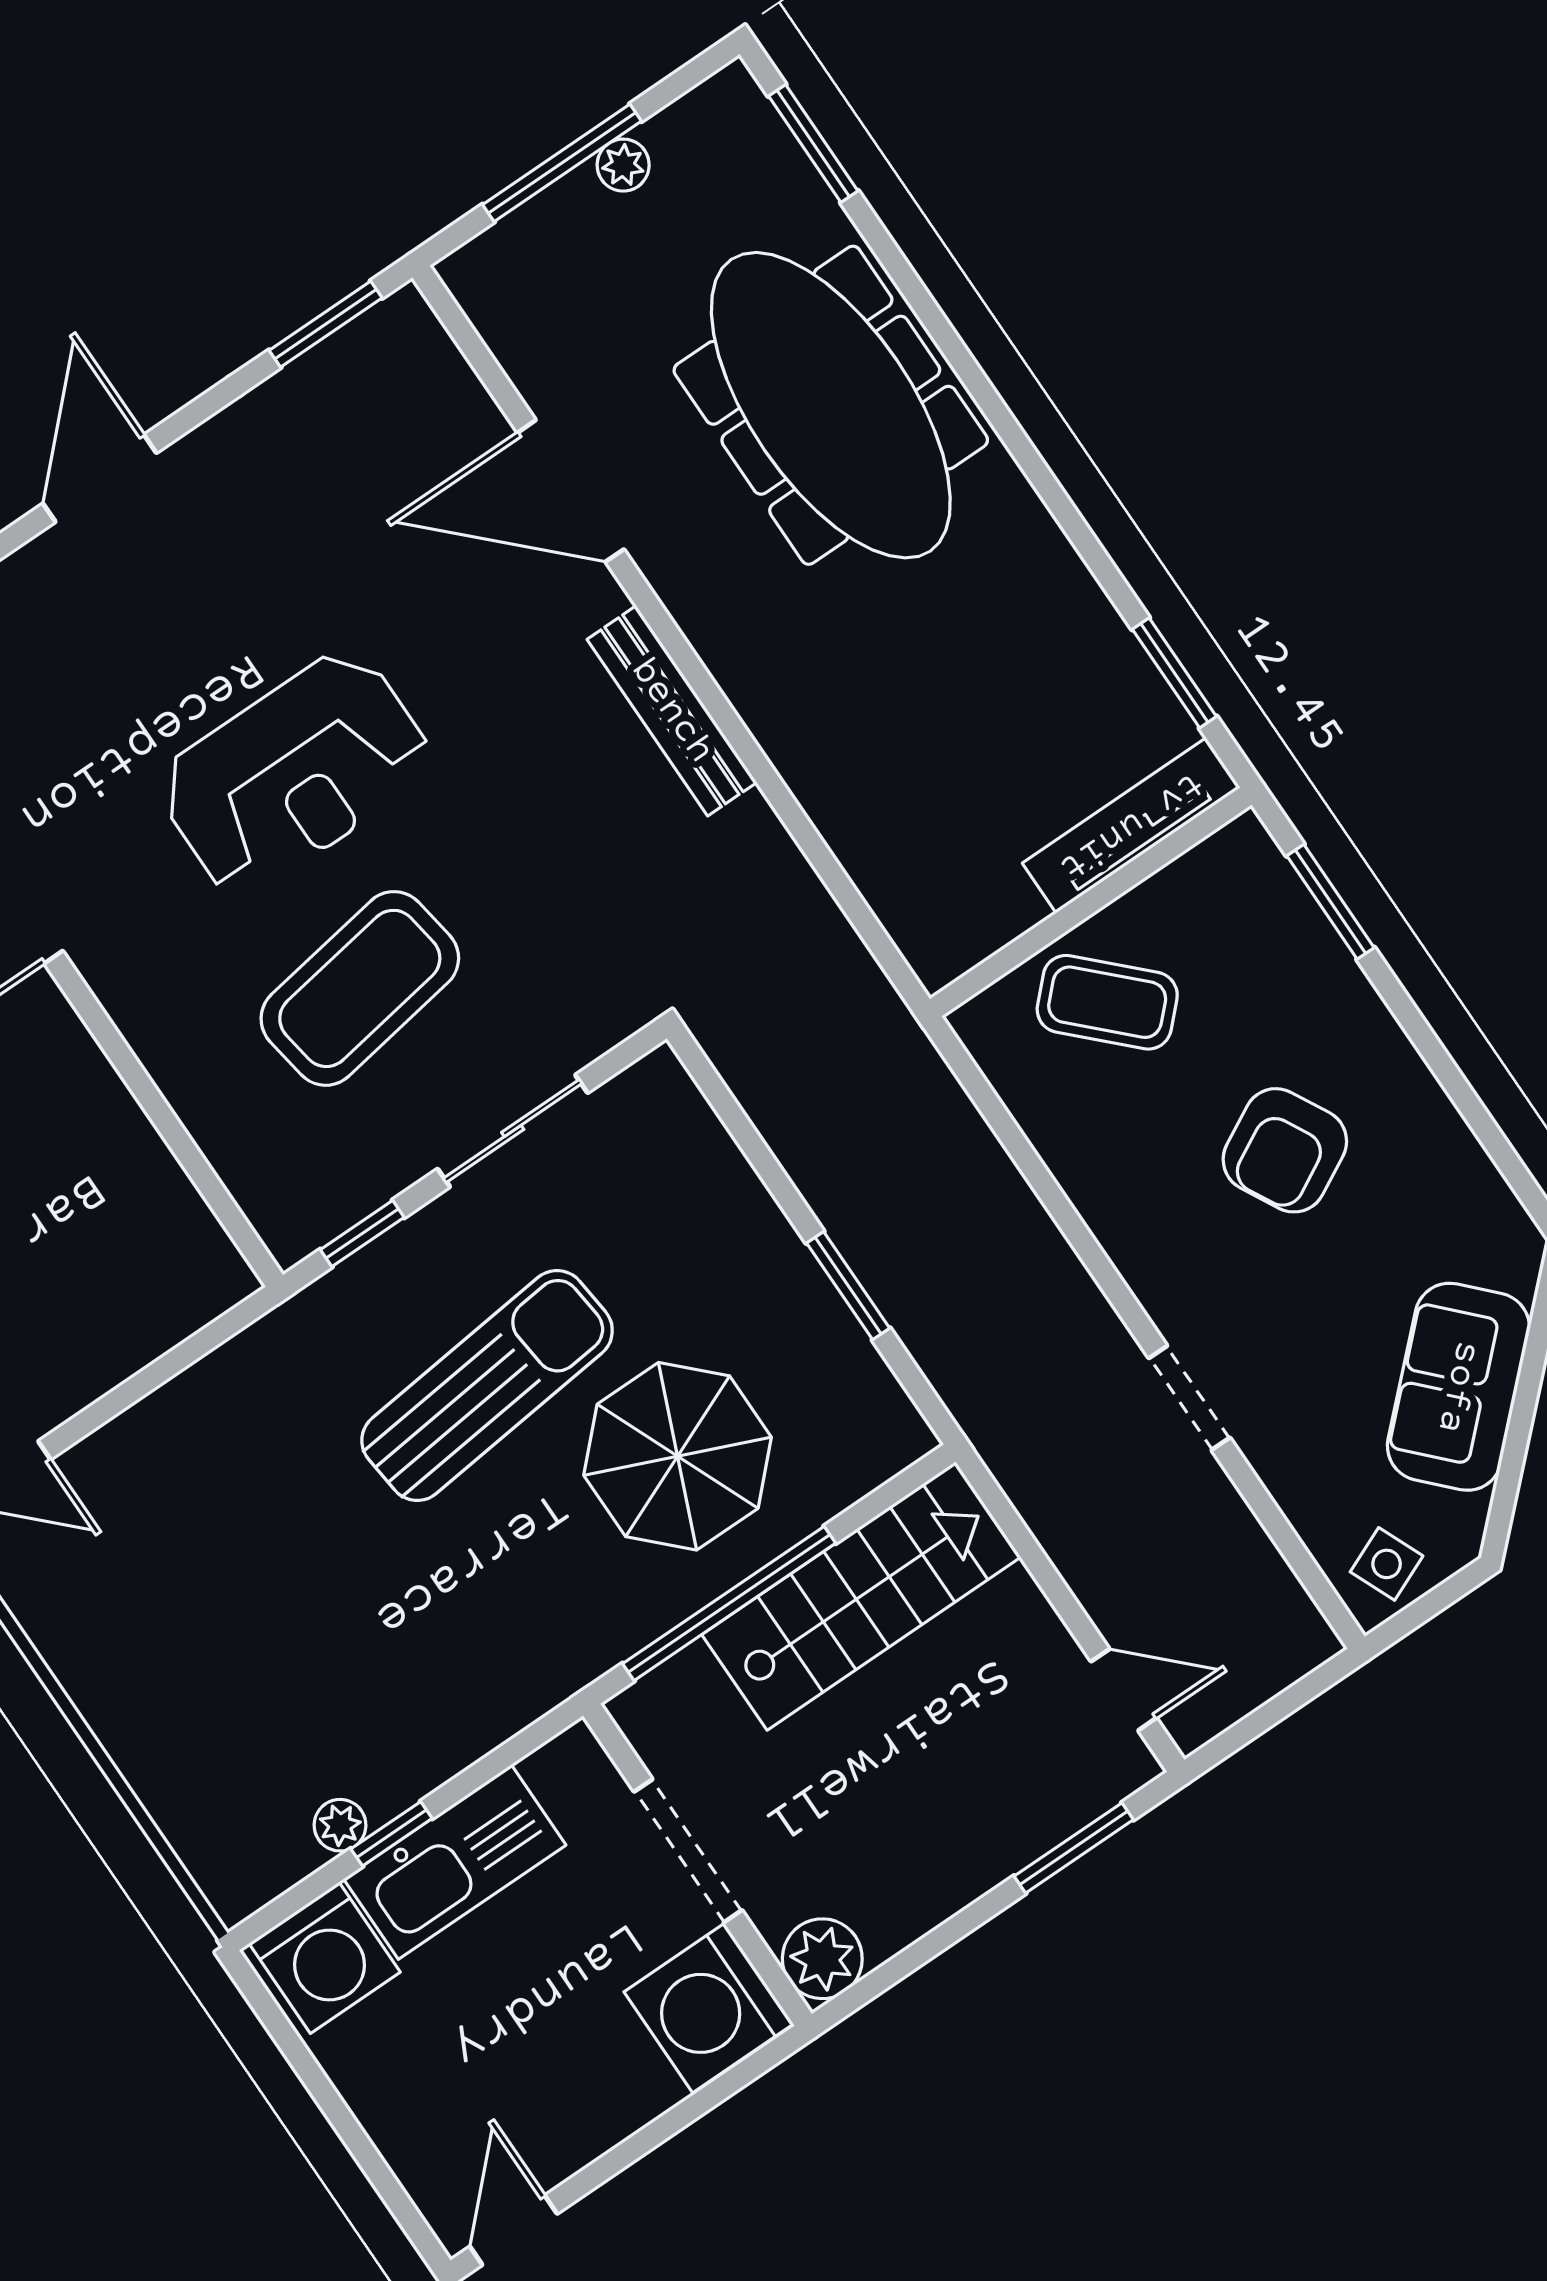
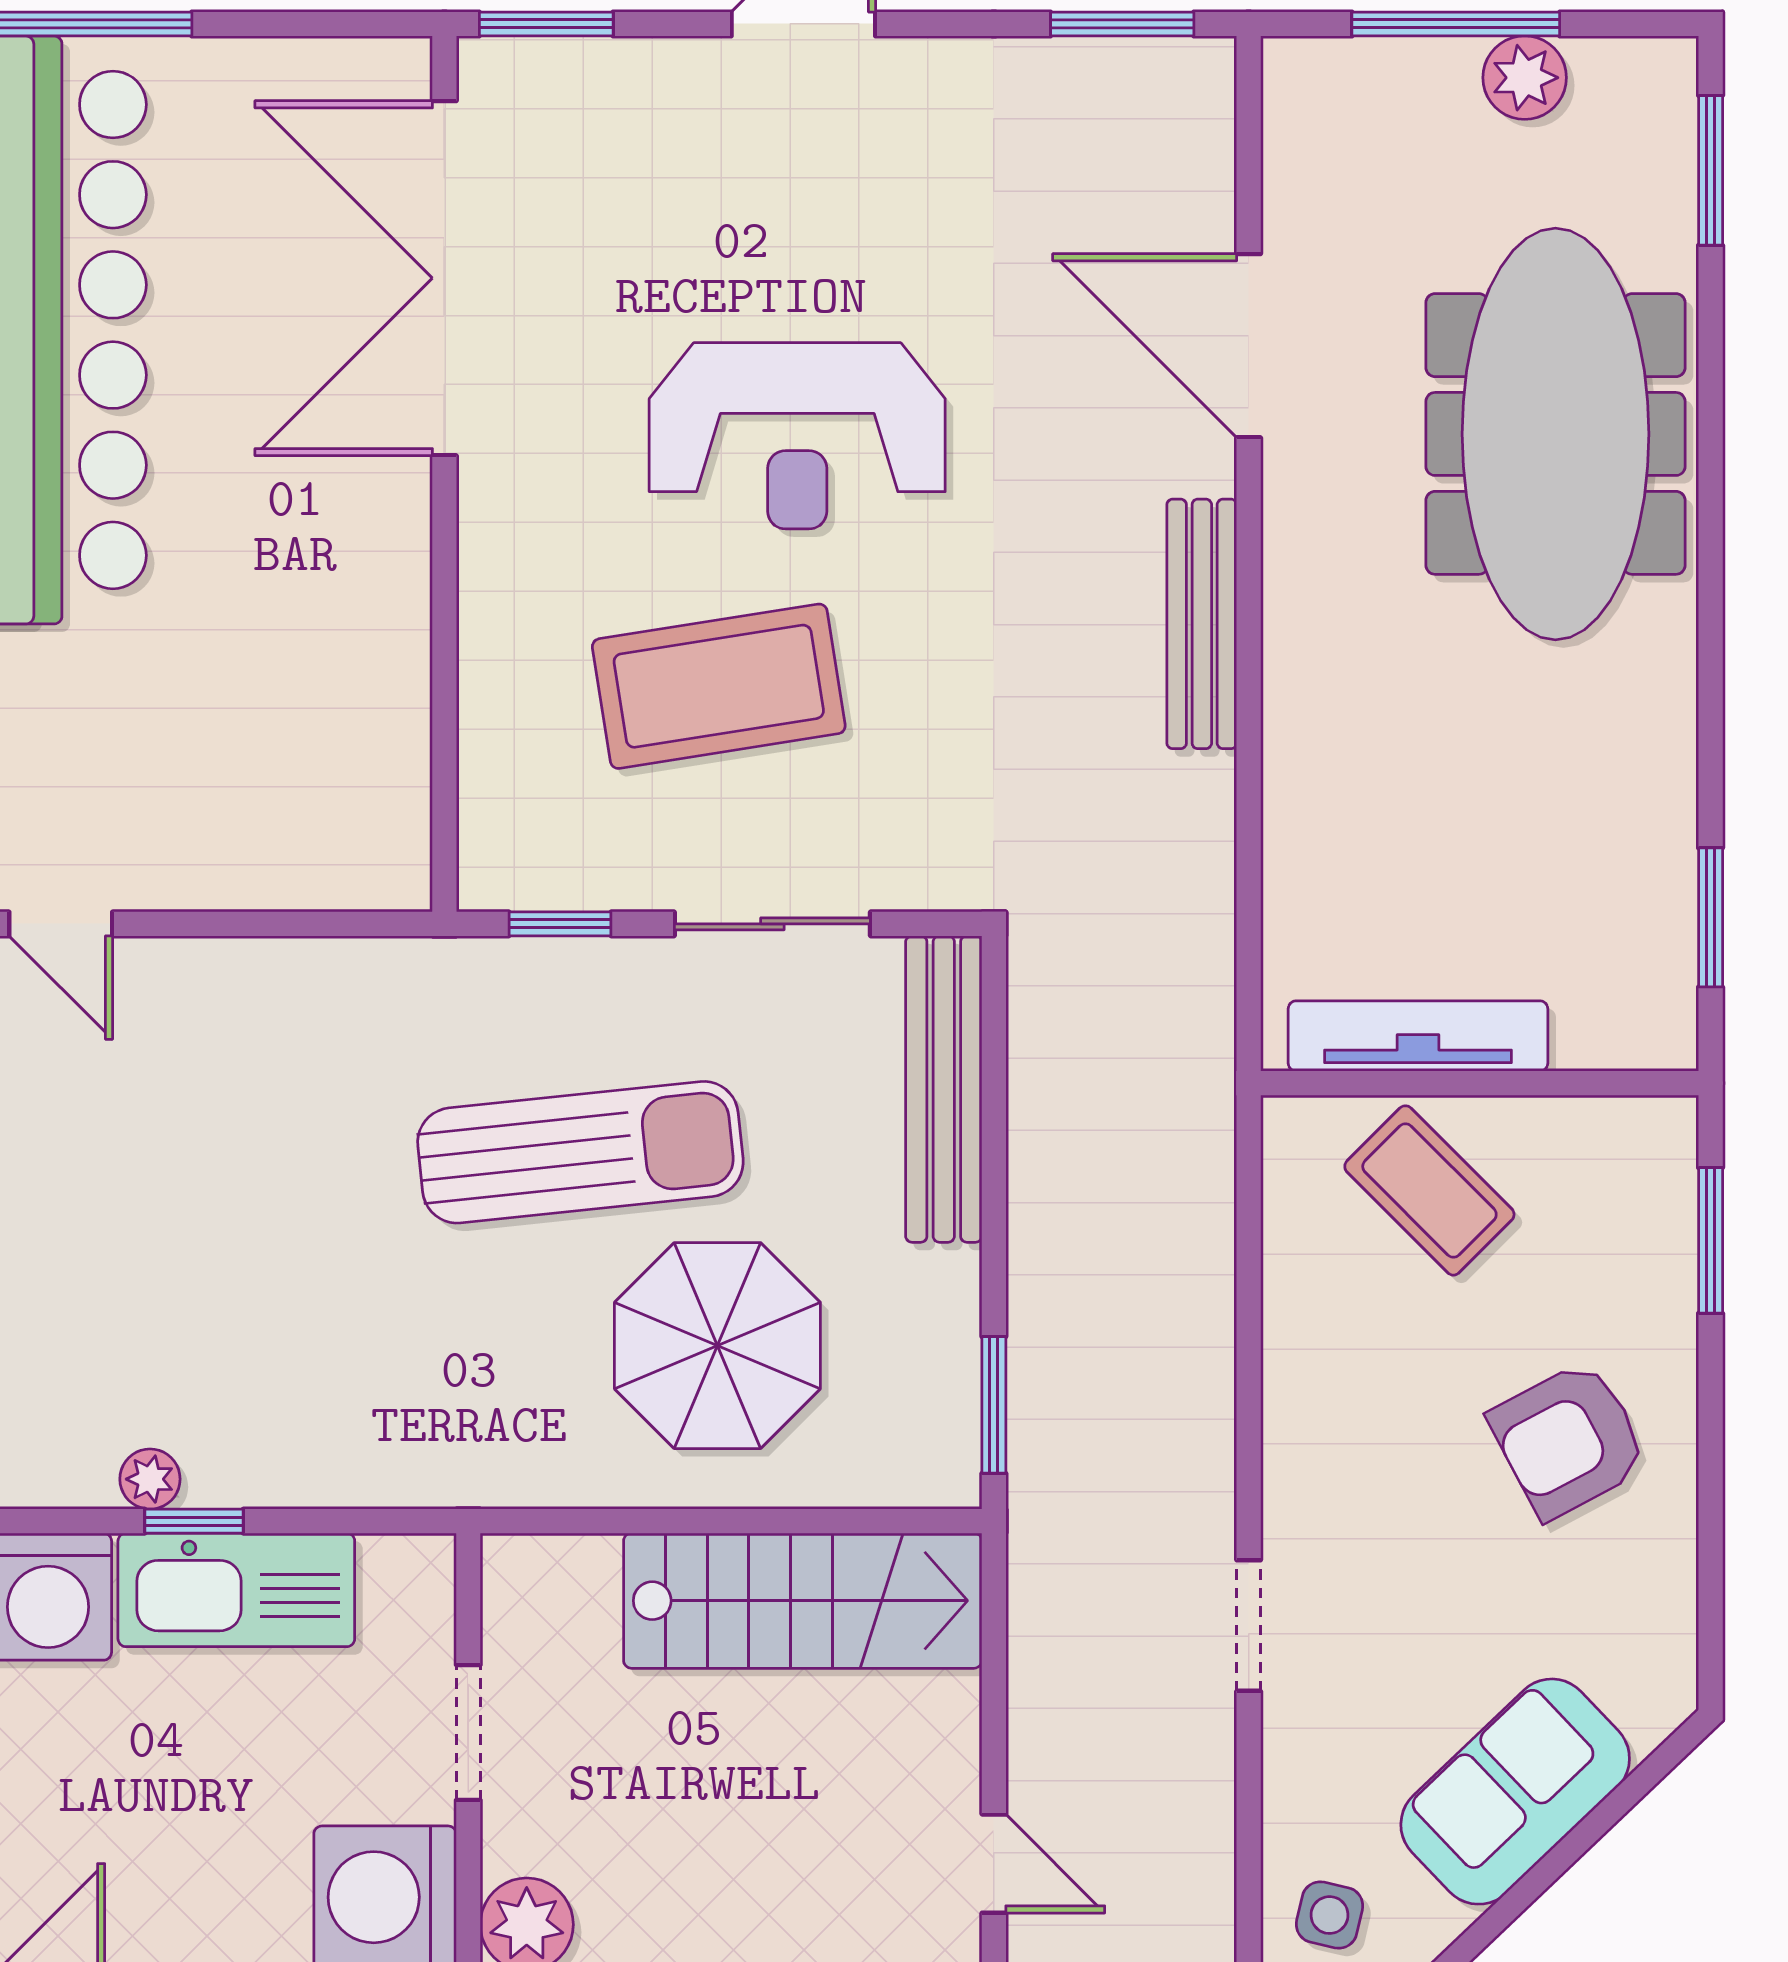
plant: (623, 165) -> (1525, 78), width x1.38, depth x1.38
tv unit: (1131, 825) -> (1418, 1036), moved
armchair: (1285, 1150) -> (1569, 1440), moved
bench: (714, 1165) -> (944, 1089), added
window: (848, 1286) -> (994, 1405), moved
side table: (1387, 1564) -> (1330, 1915), turned 36
window: (729, 1603) -> (670, 1521), removed
doorway: (688, 1851) -> (468, 1732), width x0.73

